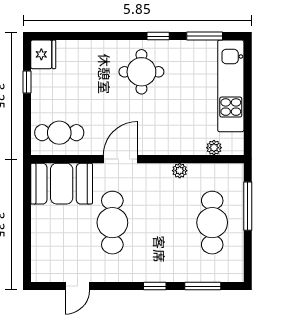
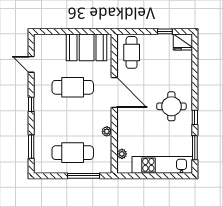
door: (120, 159) -> (114, 92), width x1.36
booth: (62, 184) -> (87, 47), moved, turned 90
window: (155, 286) -> (31, 104), moved

